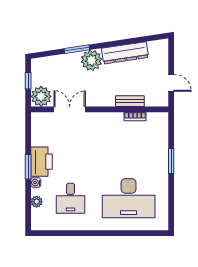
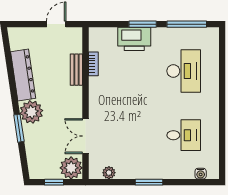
printer: (41, 162) -> (134, 39), moved, turned 180
water cooler: (36, 183) -> (201, 174), moved
desk: (129, 198) -> (184, 71), width x0.73, depth x0.77
window: (171, 201) -> (187, 24), added
plant: (37, 202) -> (109, 173), moved

